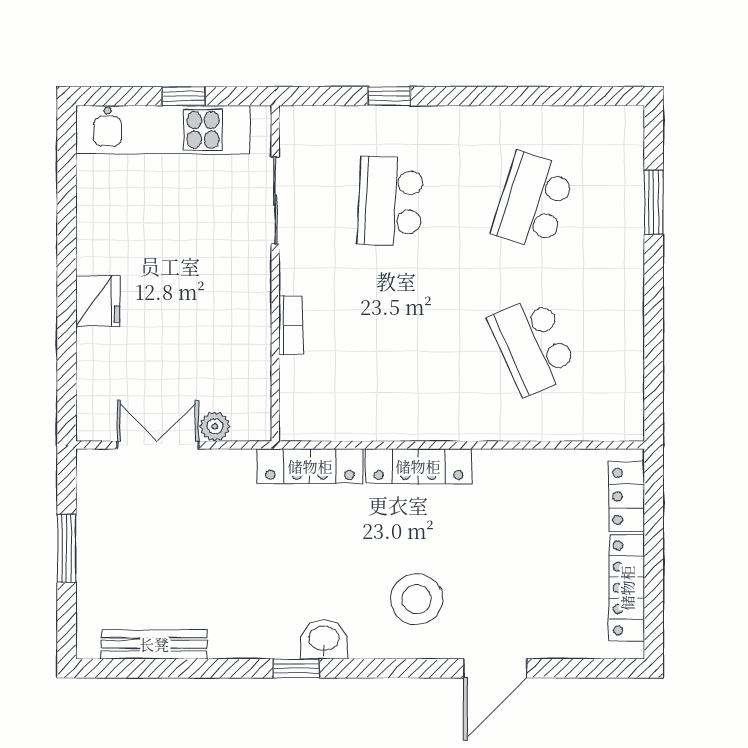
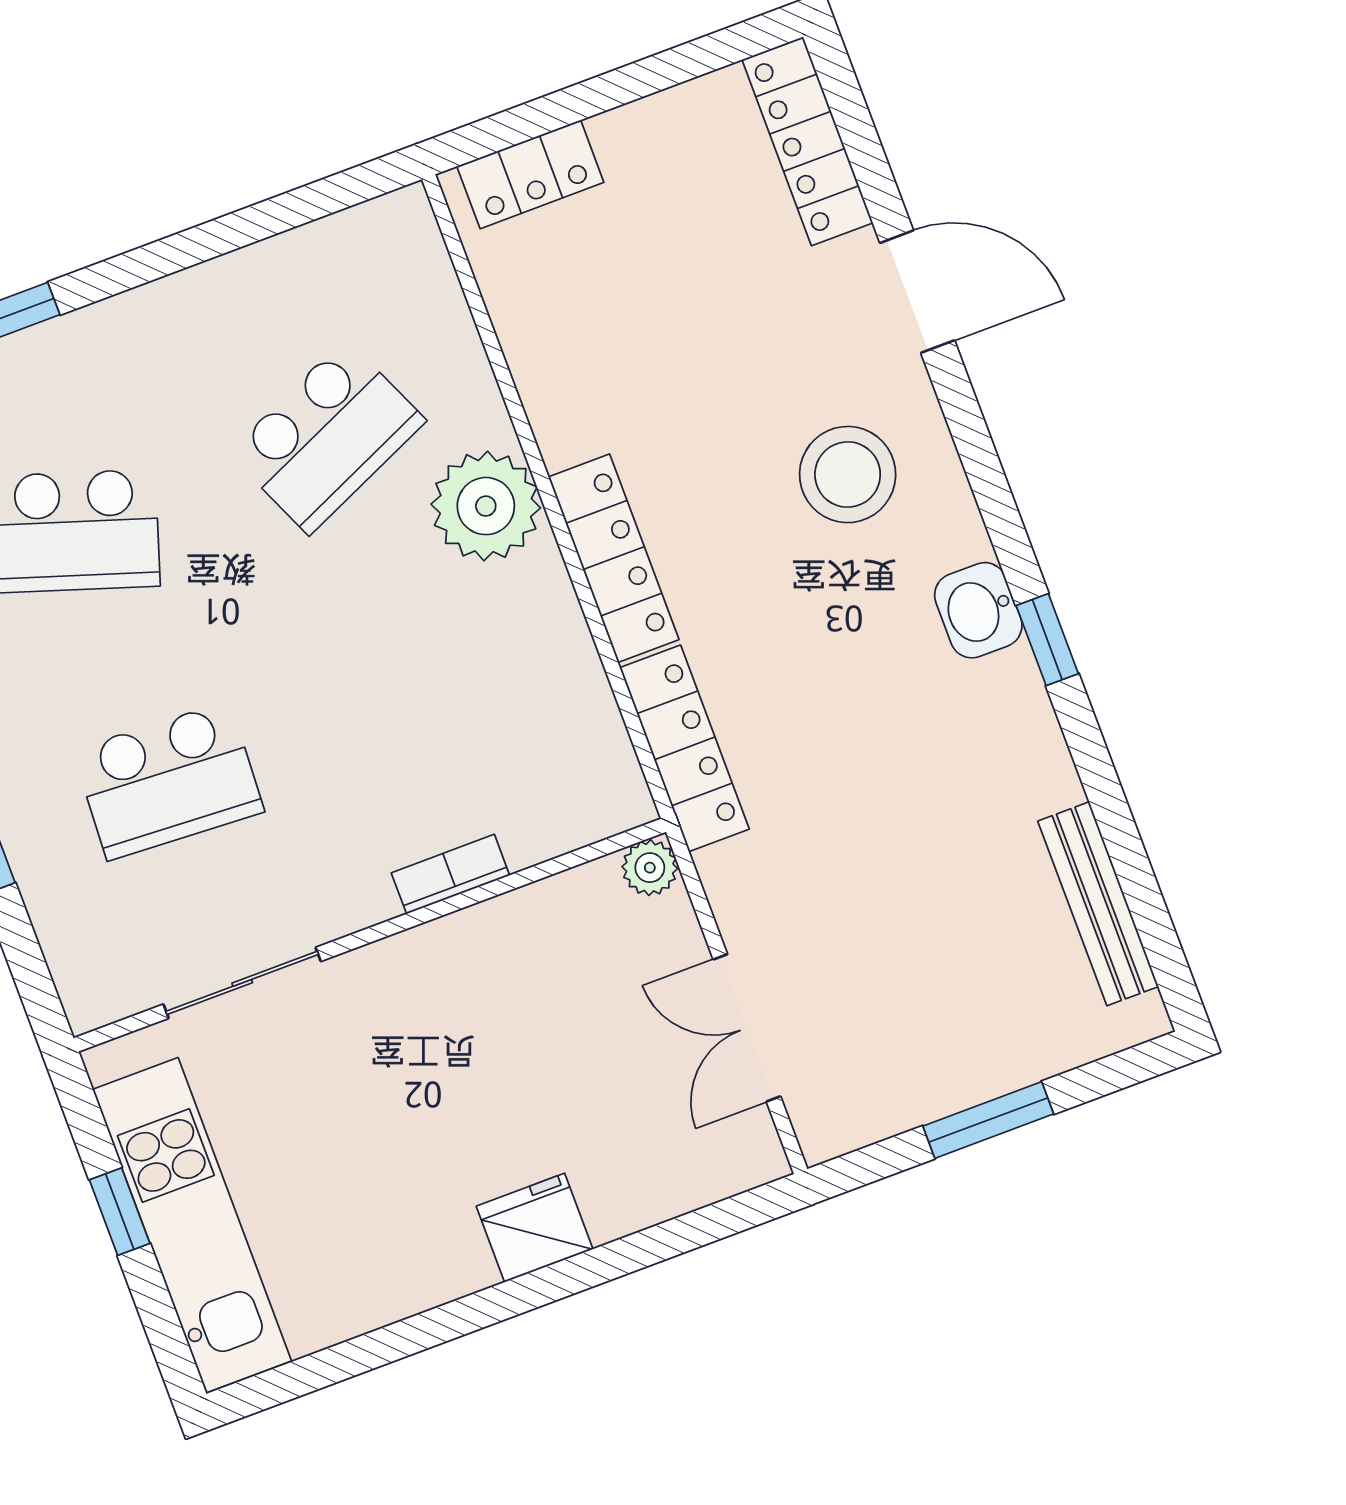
plant: (469, 412) -> (486, 506), added
plant: (215, 426) -> (650, 868), moved
locker: (627, 588) -> (807, 141), moved, turned 90

